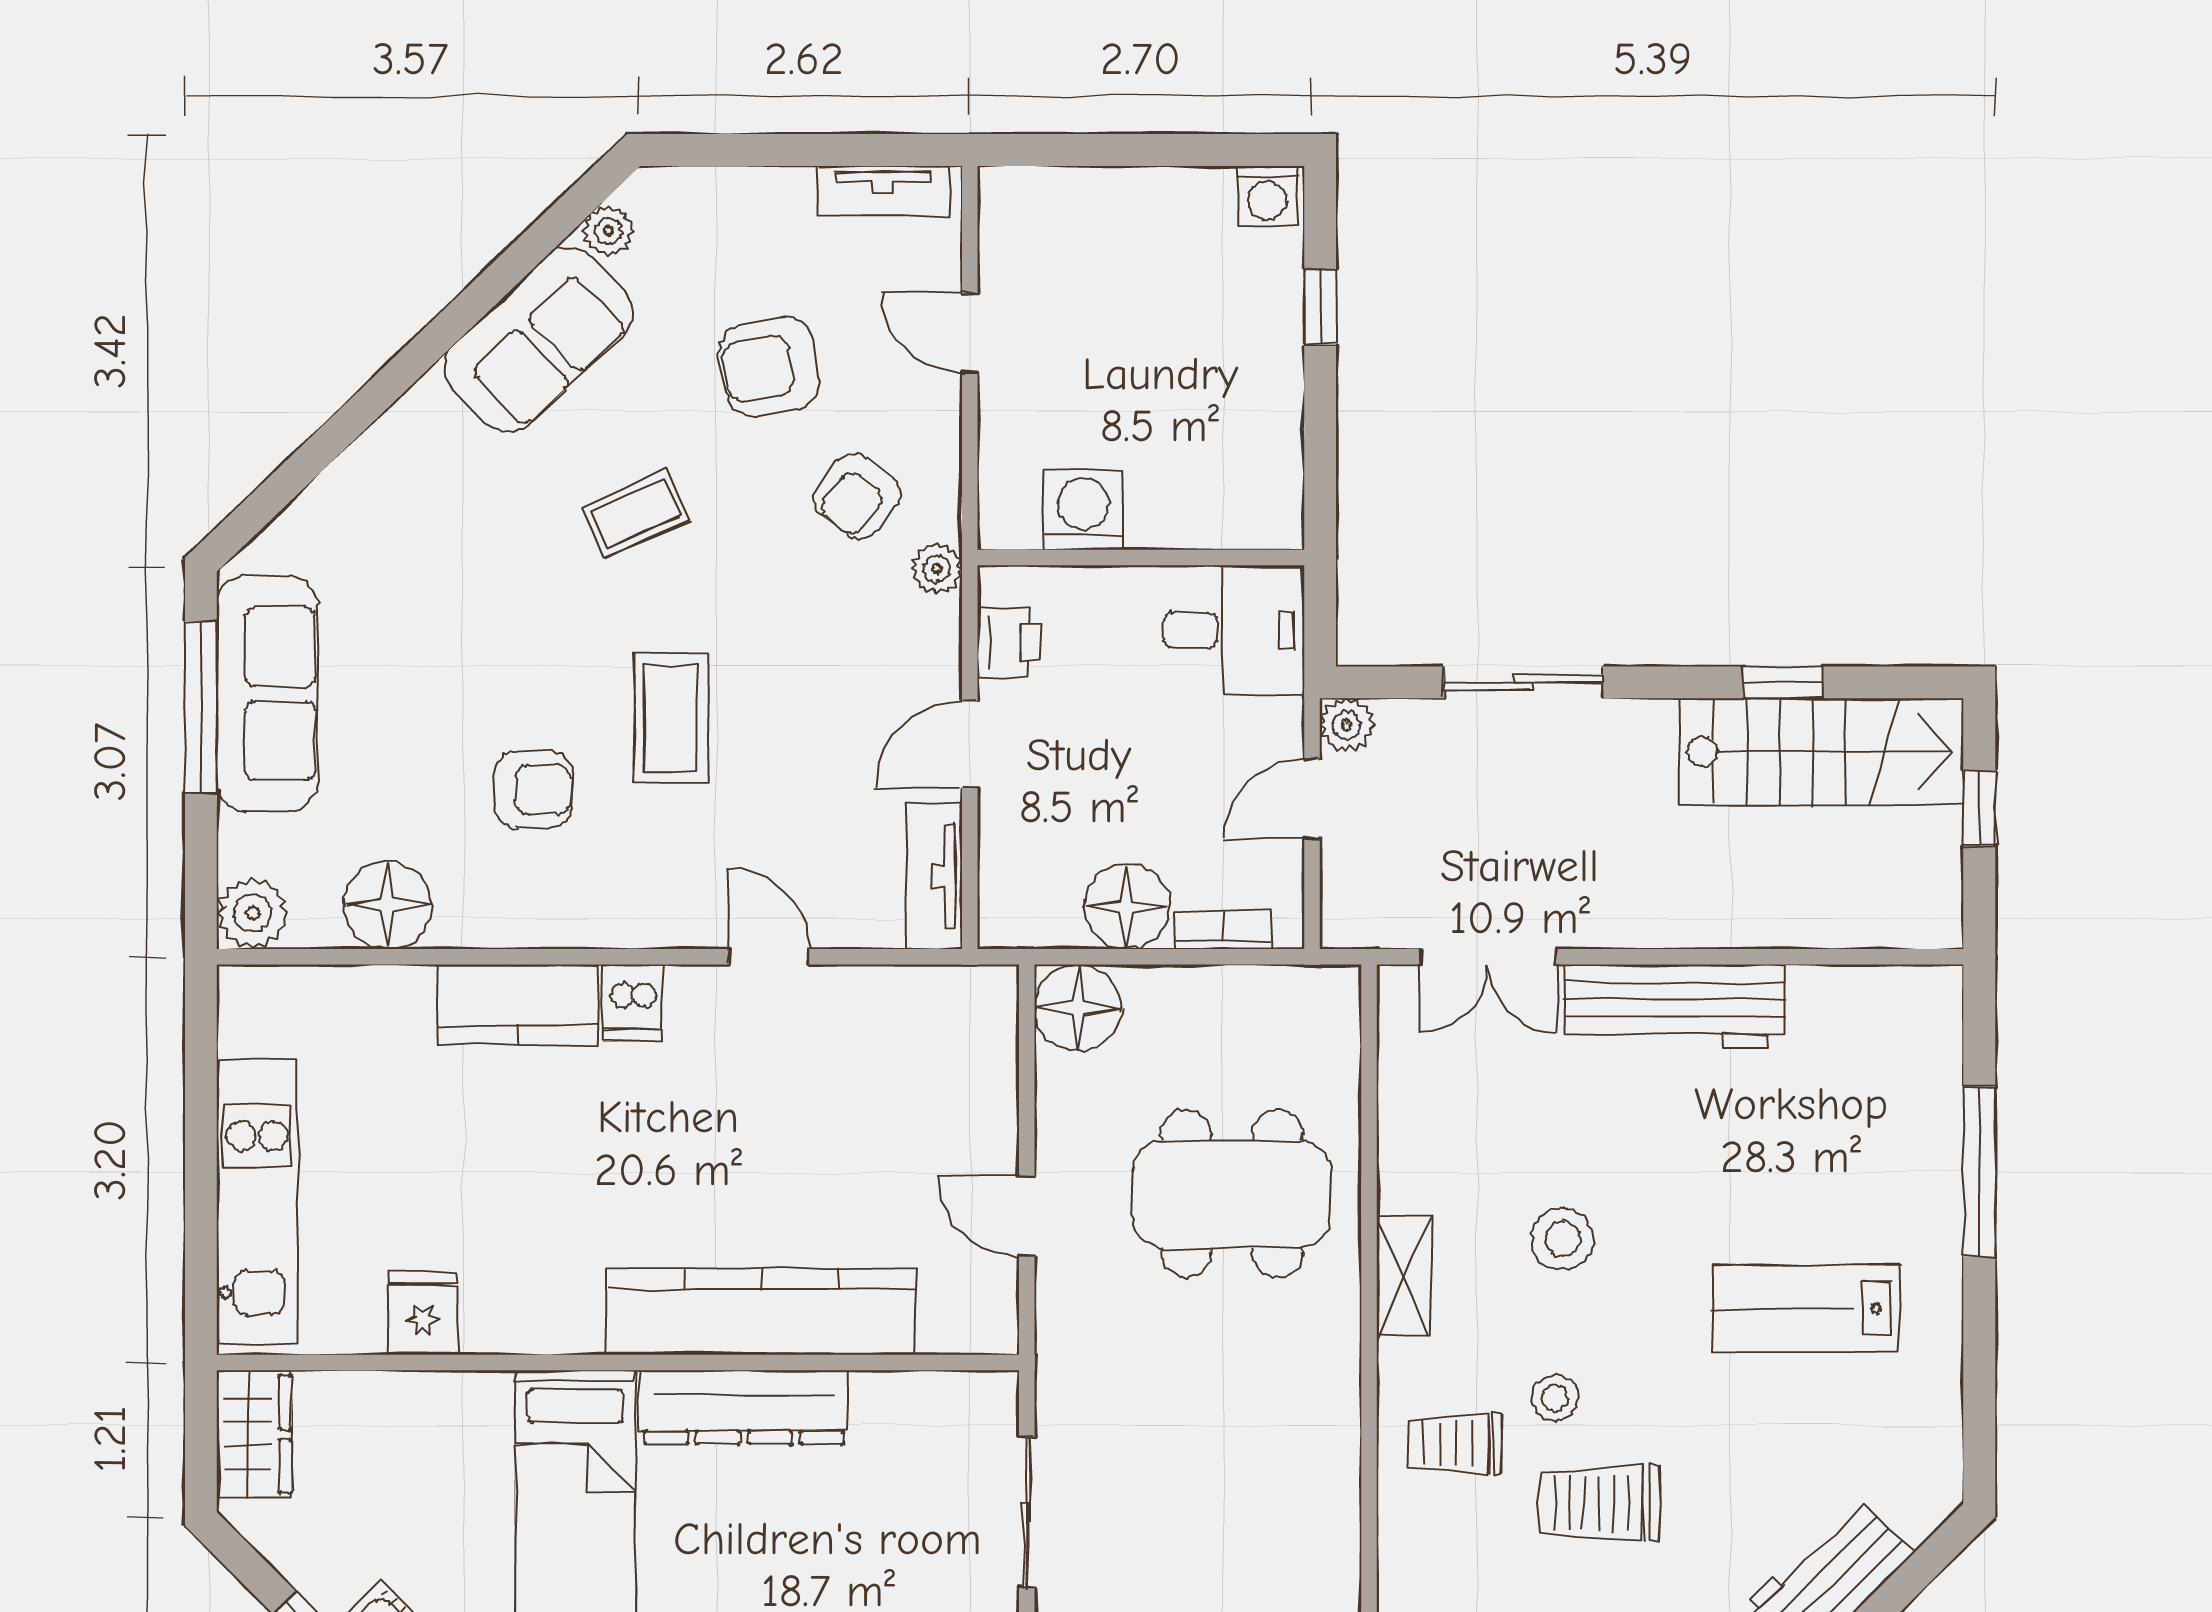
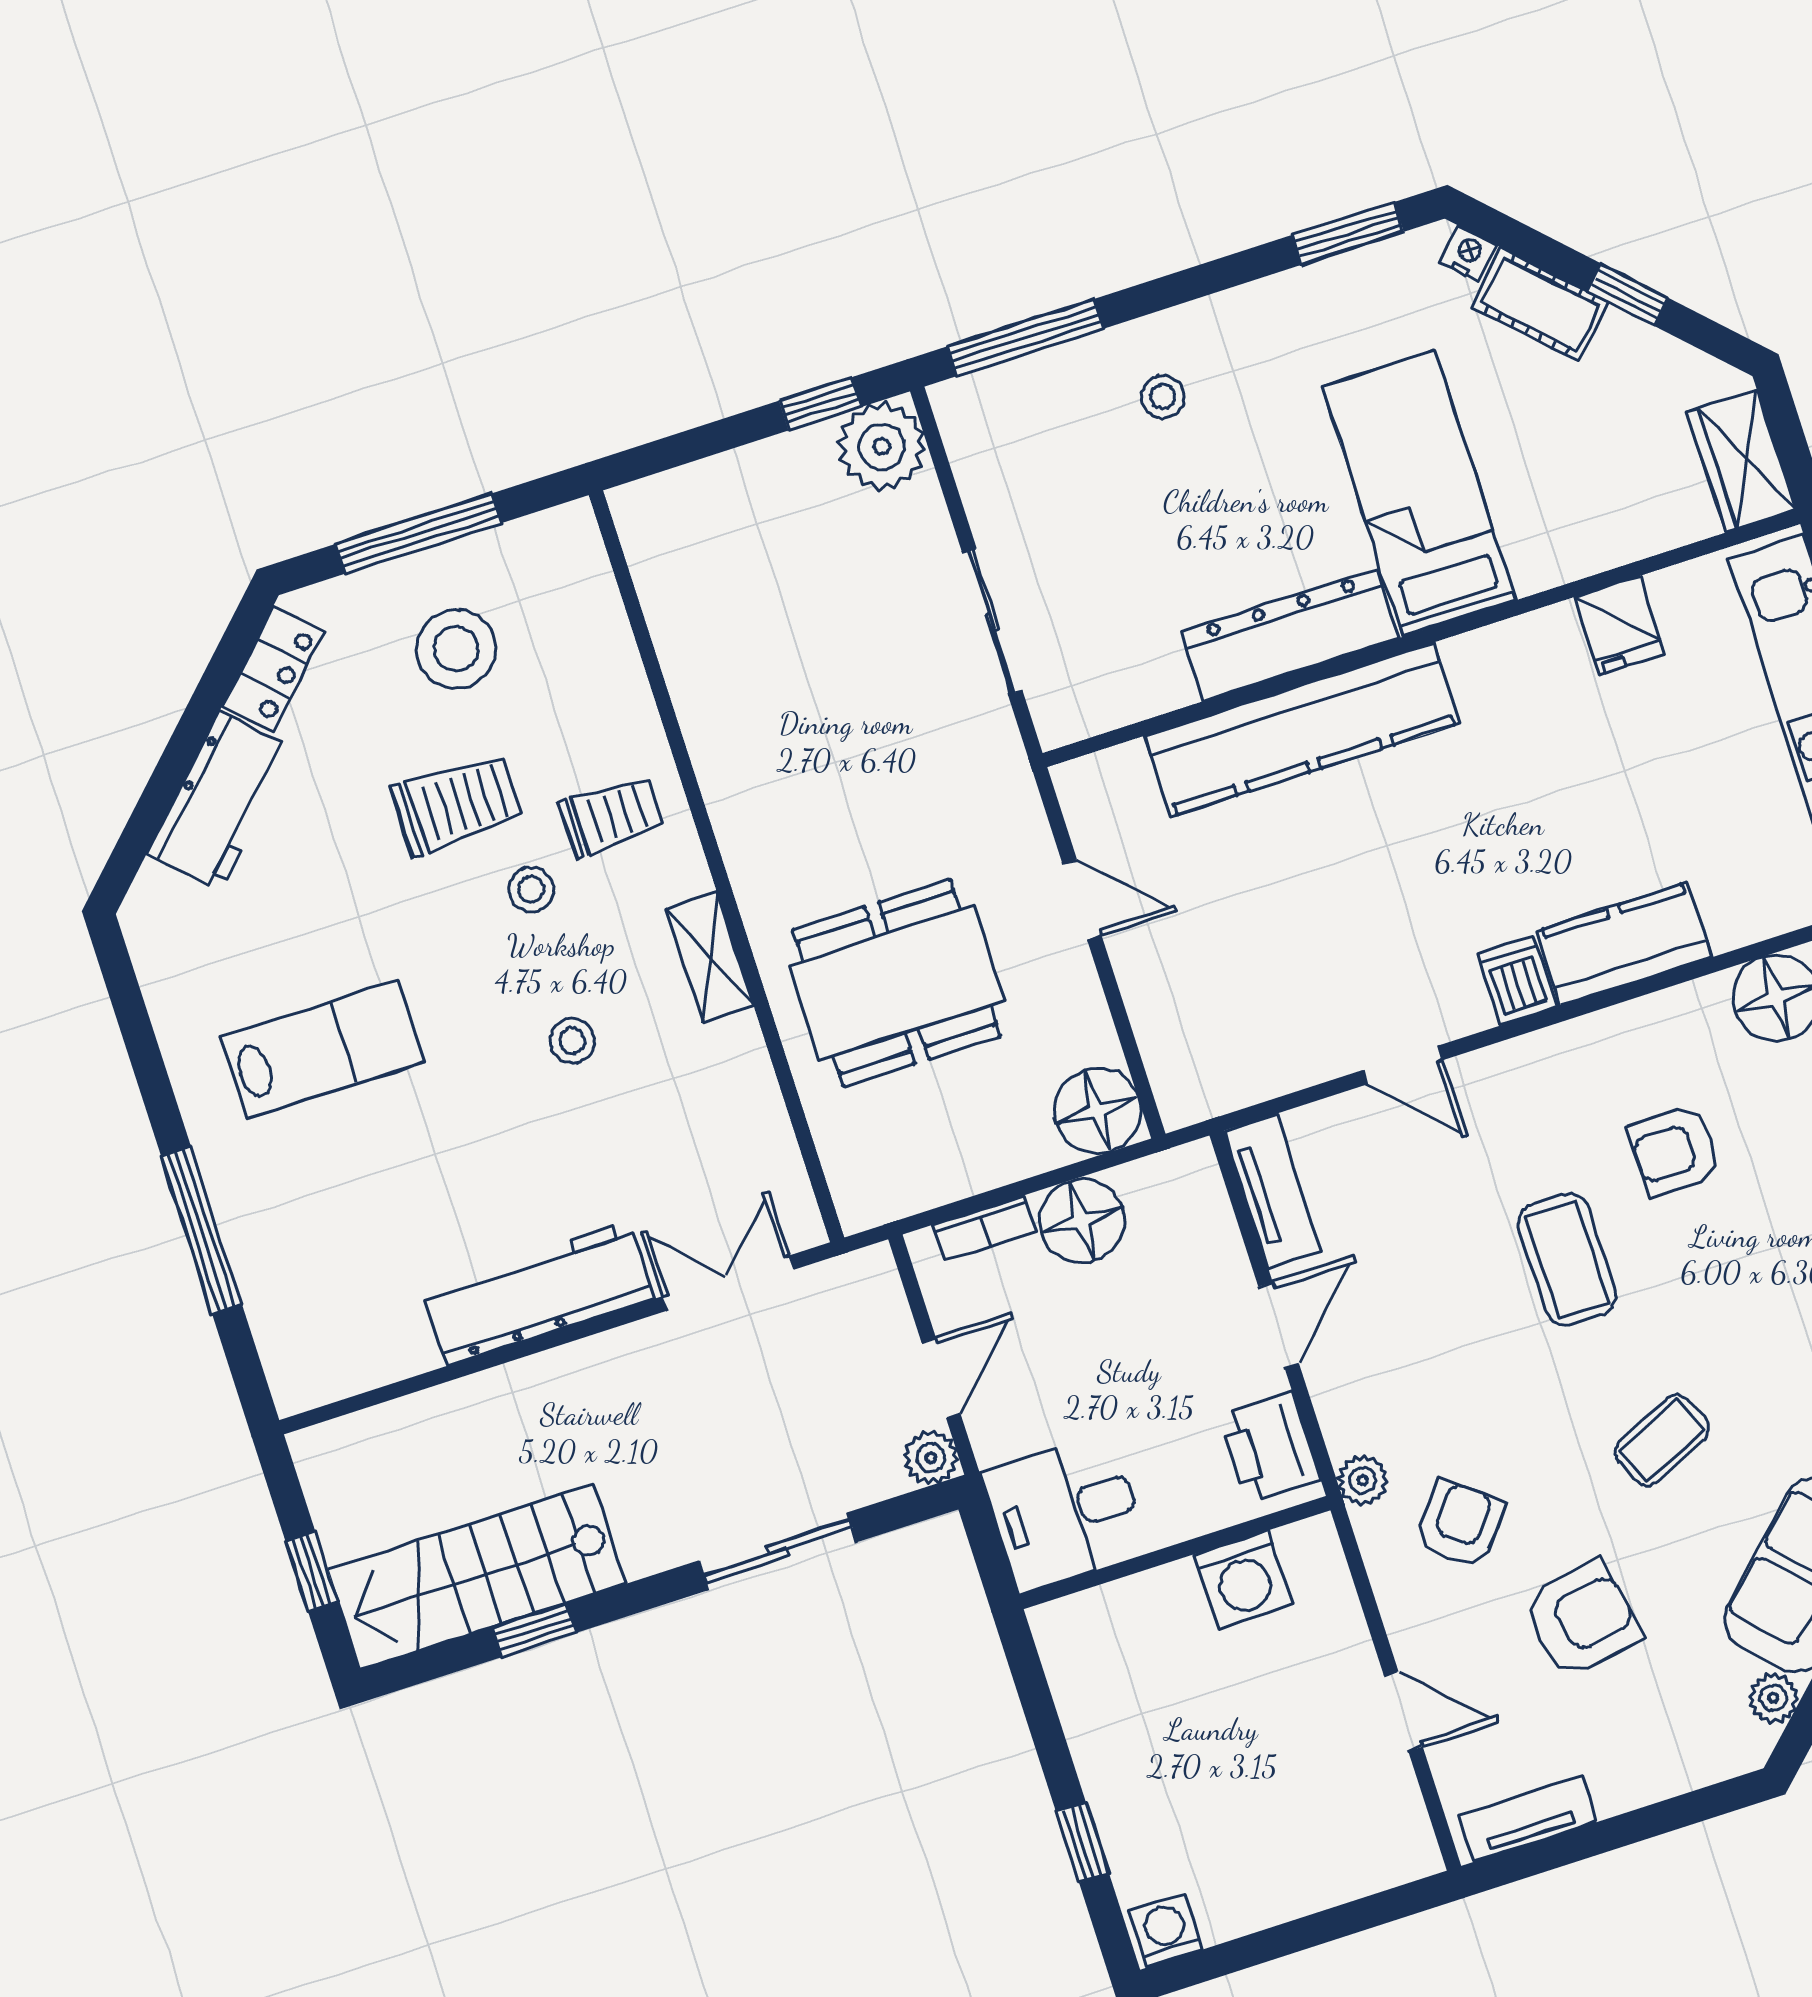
printer: (1009, 642) -> (1269, 1447), width x1.36, depth x1.24
stool: (1563, 1239) -> (572, 1041), width x0.73, depth x0.73

